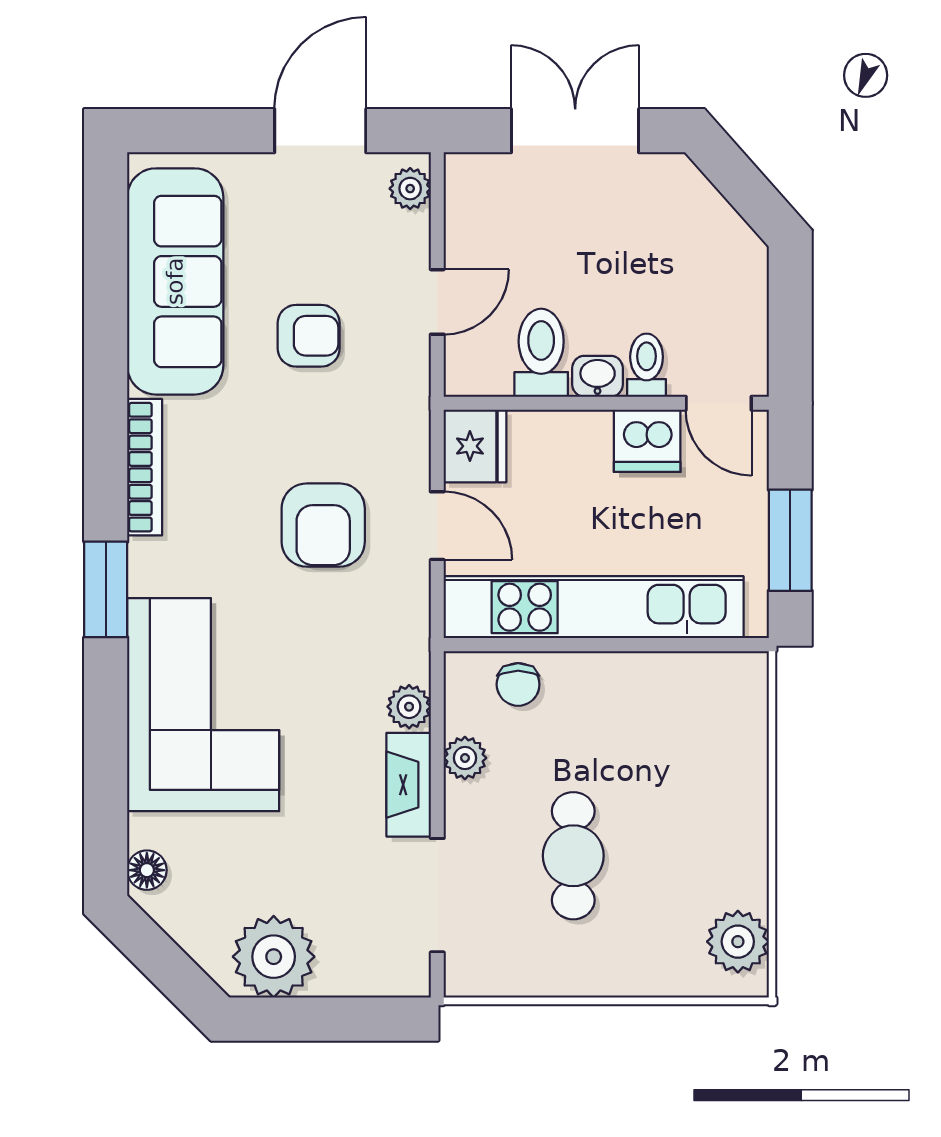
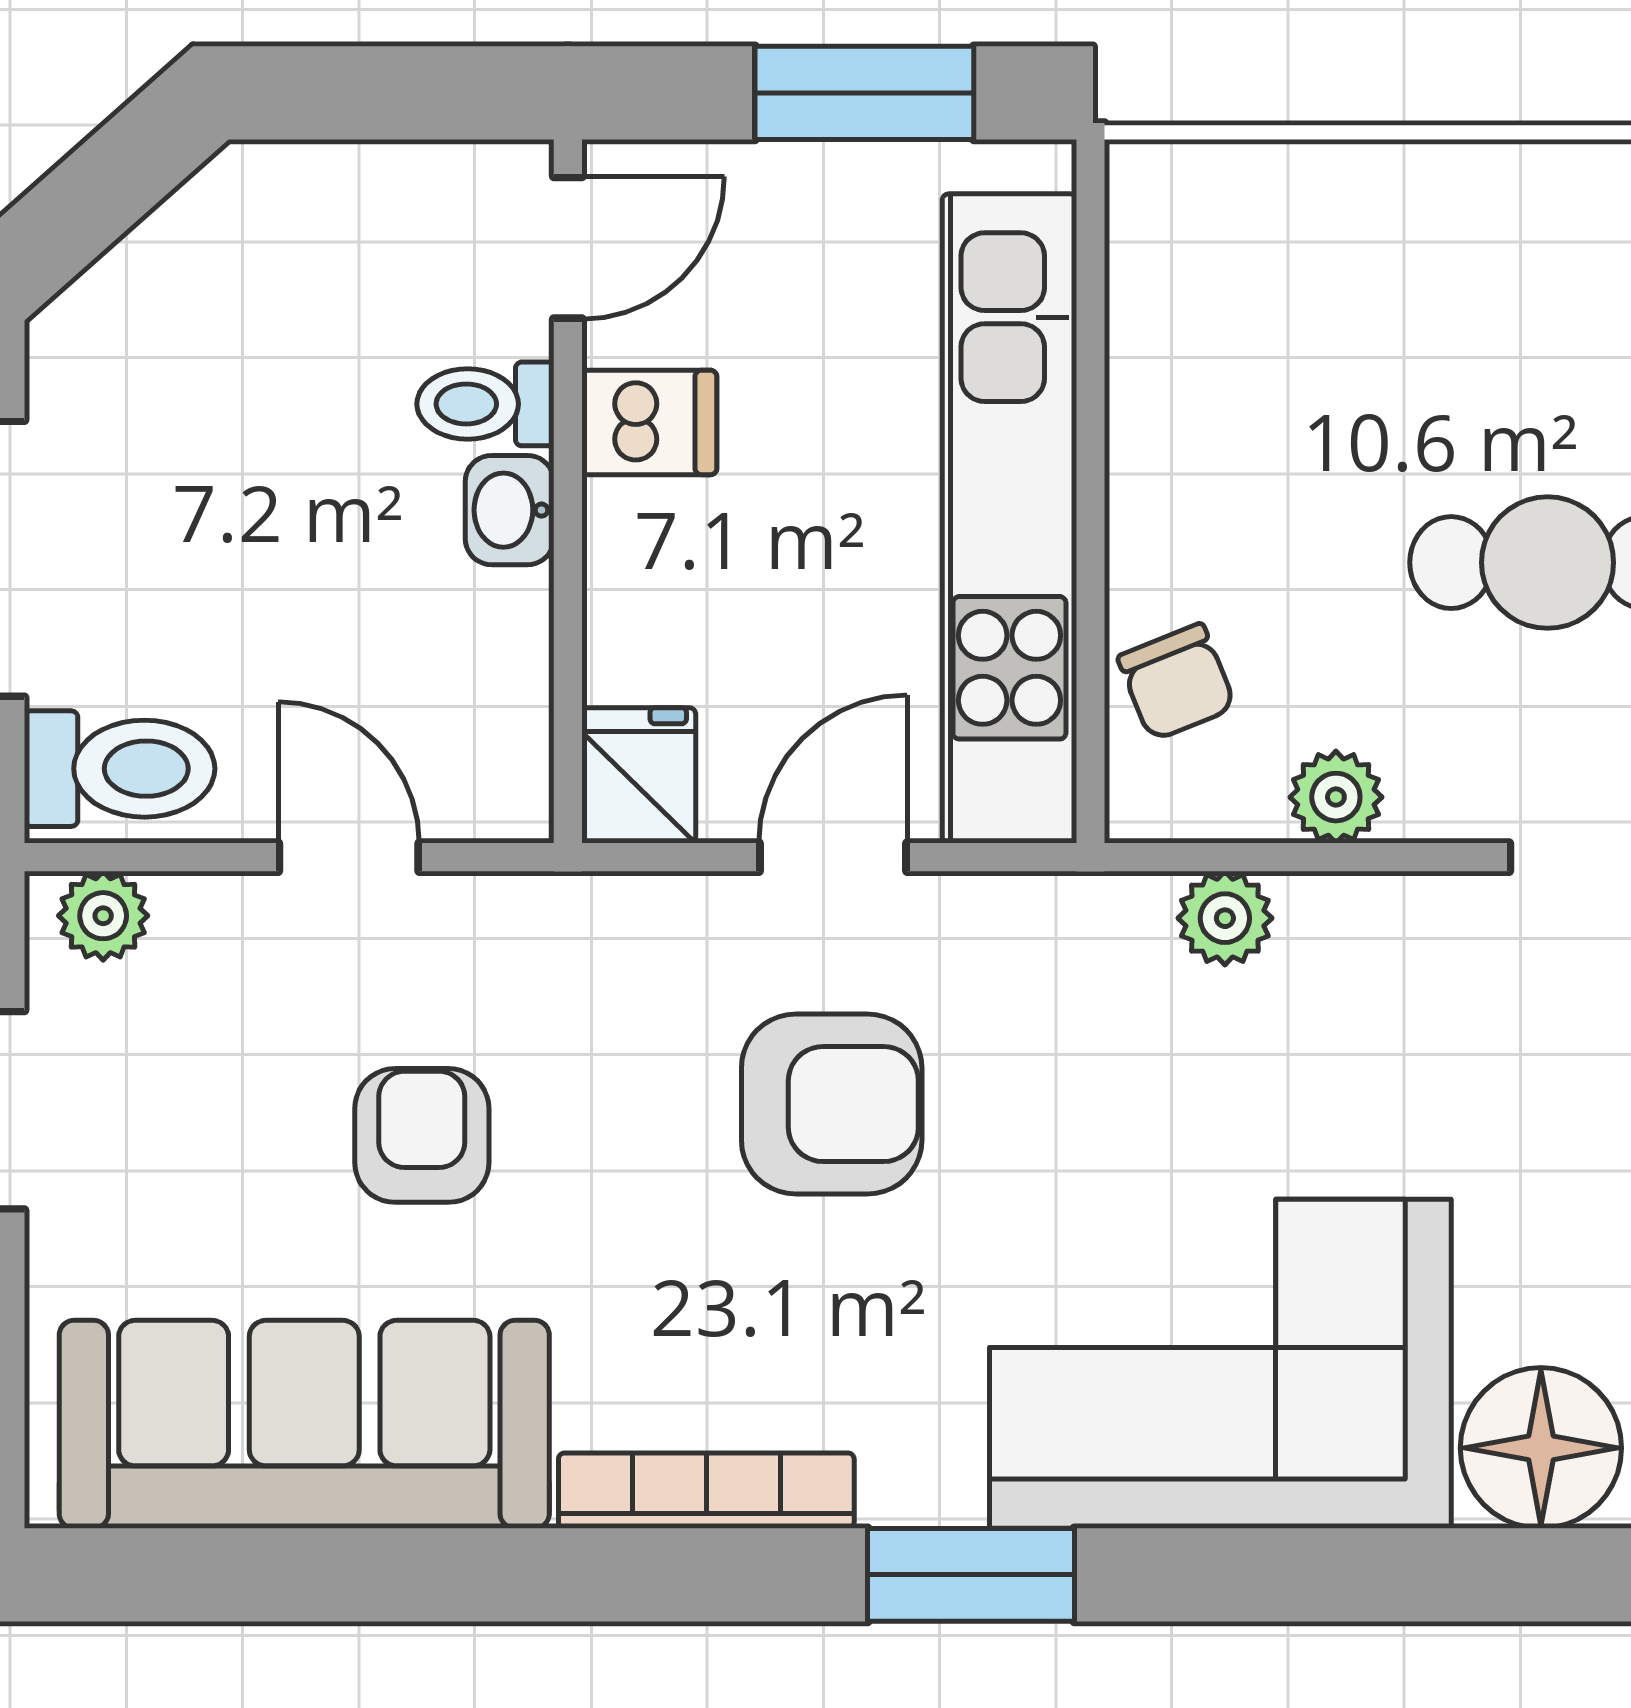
toilet: (541, 353) -> (120, 769), moved, turned 180
dishwasher: (647, 441) -> (649, 422), width x0.73
fridge: (475, 446) -> (639, 775), width x0.72
chair: (518, 684) -> (1177, 682), turned 68
fireplace: (409, 785) -> (1394, 919), removed
floor lamp: (147, 870) -> (1541, 1448), width x1.89, depth x1.89

